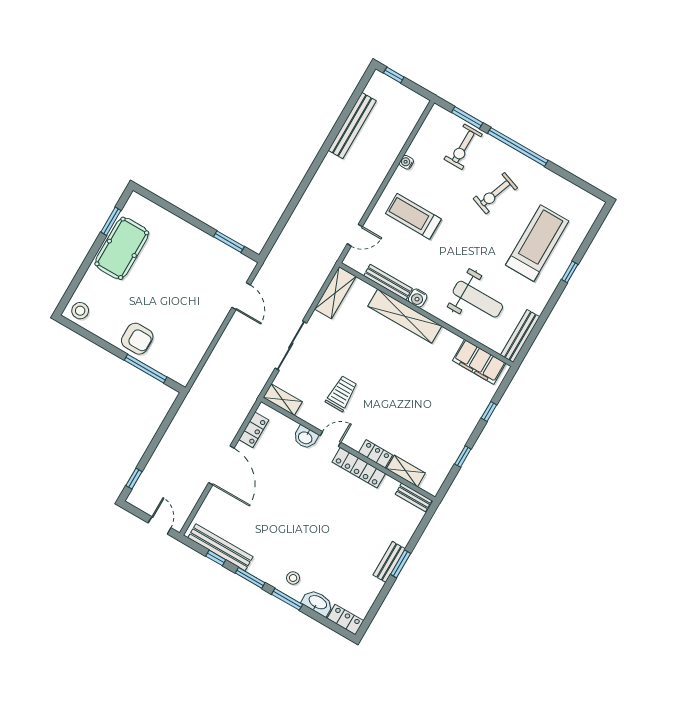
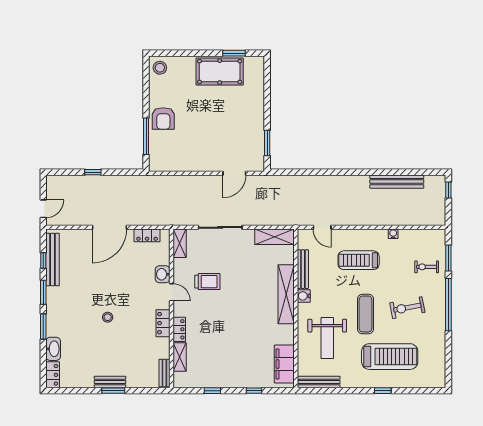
exercise bike: (463, 147) -> (427, 267), width x0.73, depth x0.72
exercise bike: (495, 193) -> (407, 308), turned -31
treadmill: (413, 216) -> (359, 260), turned -90
exercise mat: (476, 243) -> (365, 314), added
locker: (359, 468) -> (163, 323), width x0.66
window: (134, 479) -> (93, 172), moved
stool: (293, 578) -> (108, 317), moved

